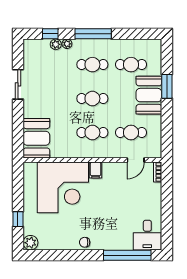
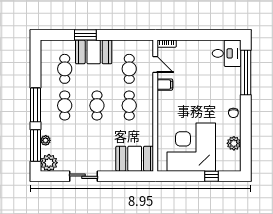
window: (50, 34) -> (35, 146), width x2.17
plant: (67, 44) -> (49, 163), moved, width x1.87, depth x1.87
filing cabinet: (96, 170) -> (165, 85), moved
corner desk: (63, 187) -> (191, 147), moved, turned -90
plant: (30, 243) -> (234, 143), moved

